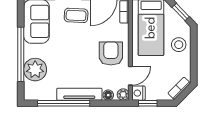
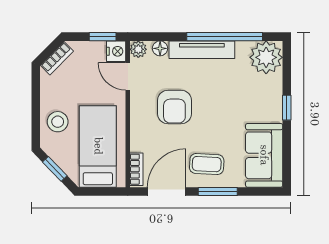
window: (21, 54) -> (287, 108), width x0.32
armchair: (111, 54) -> (174, 107), moved
plant: (35, 70) -> (266, 57), moved
door: (130, 76) -> (128, 76), hinge flipped

